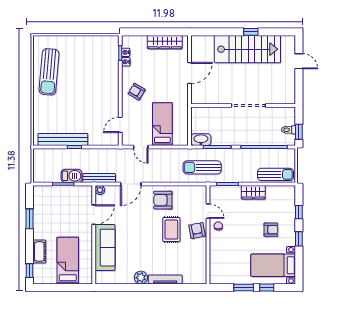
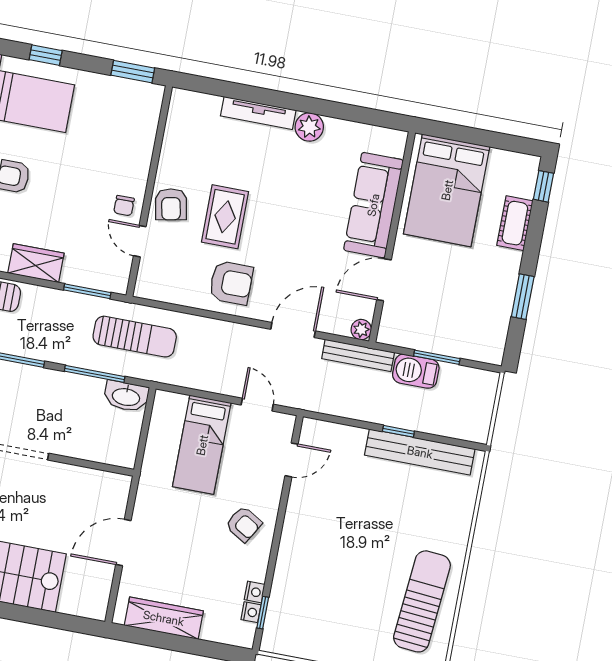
bed: (68, 261) -> (447, 190), width x1.50
window: (244, 288) -> (133, 72), moved

